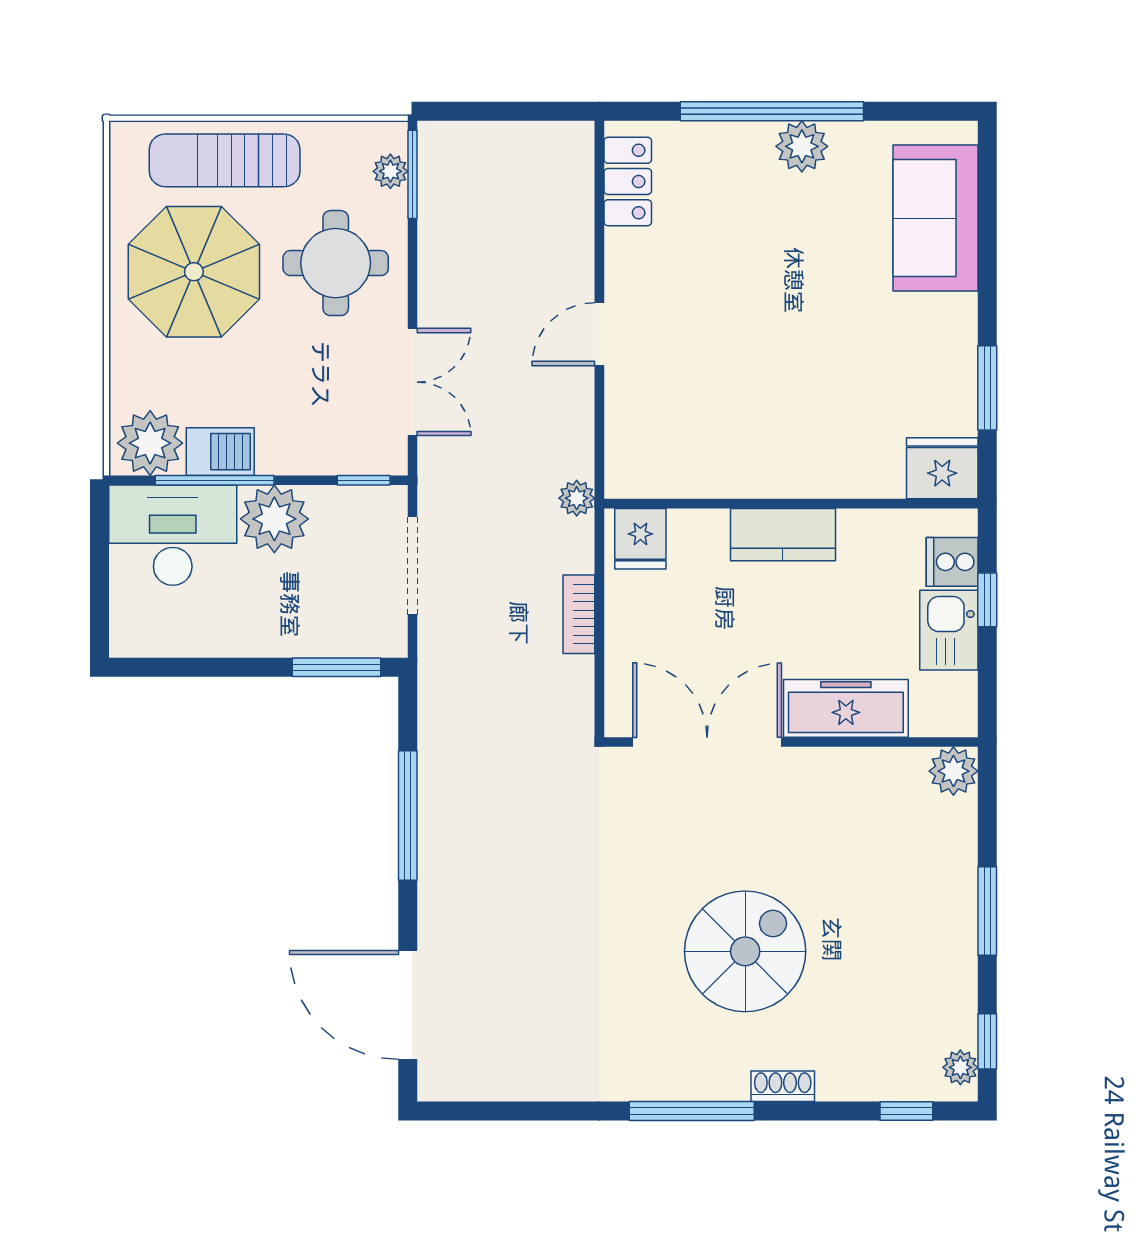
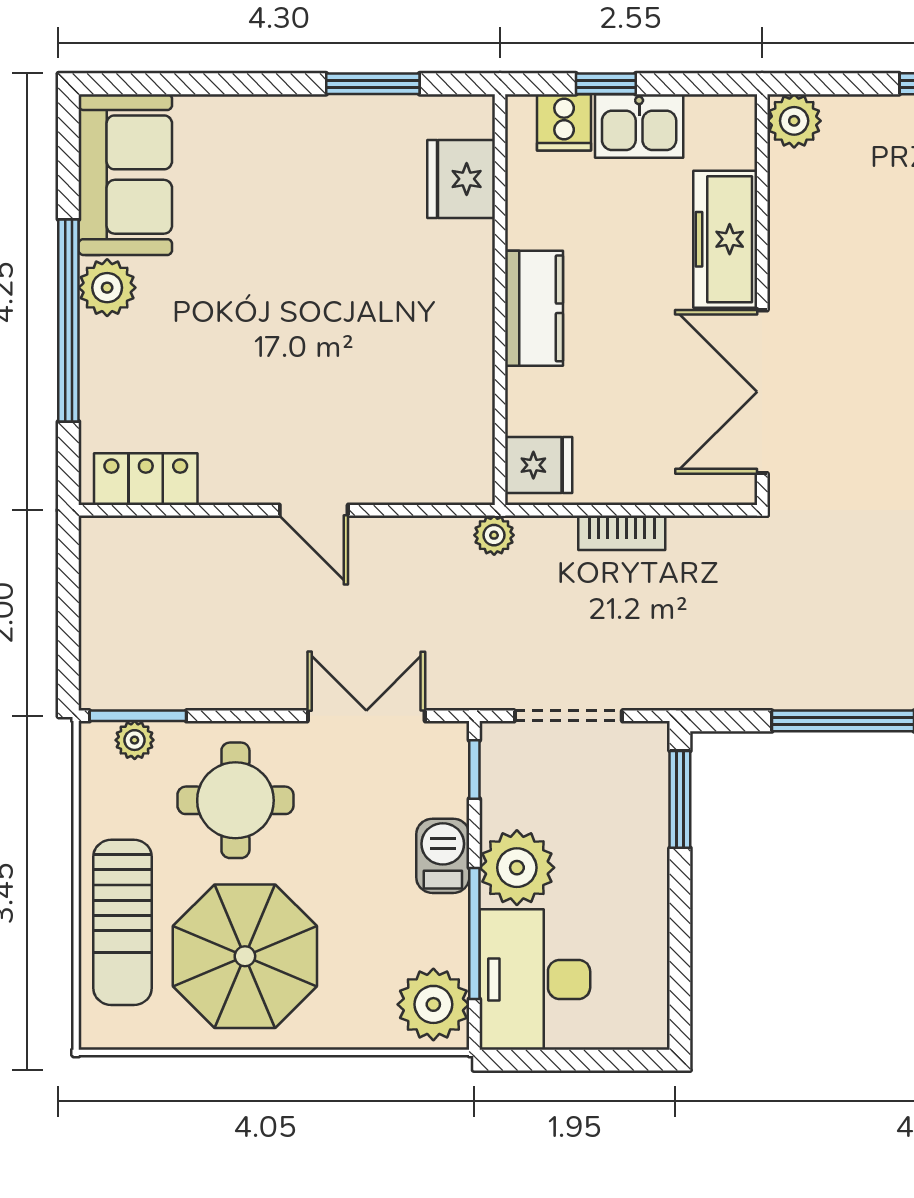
sofa: (936, 218) -> (125, 175), moved, turned -90
barbecue: (220, 452) -> (443, 856), moved
fridge: (942, 468) -> (461, 179), moved

